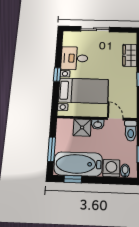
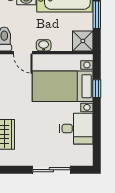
window: (57, 74) -> (97, 89), moved
shower: (82, 127) -> (83, 41), moved

